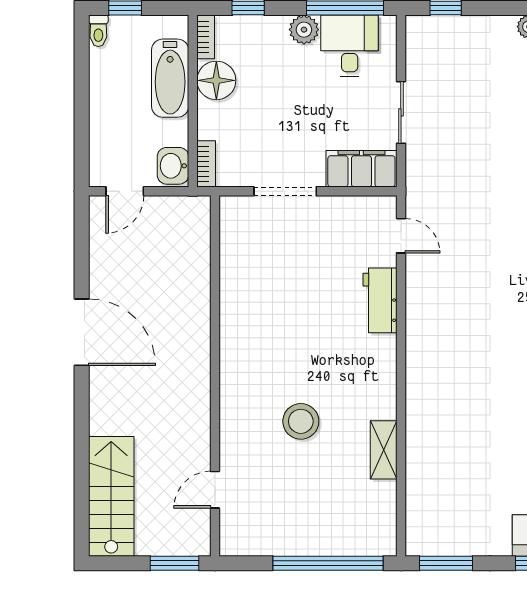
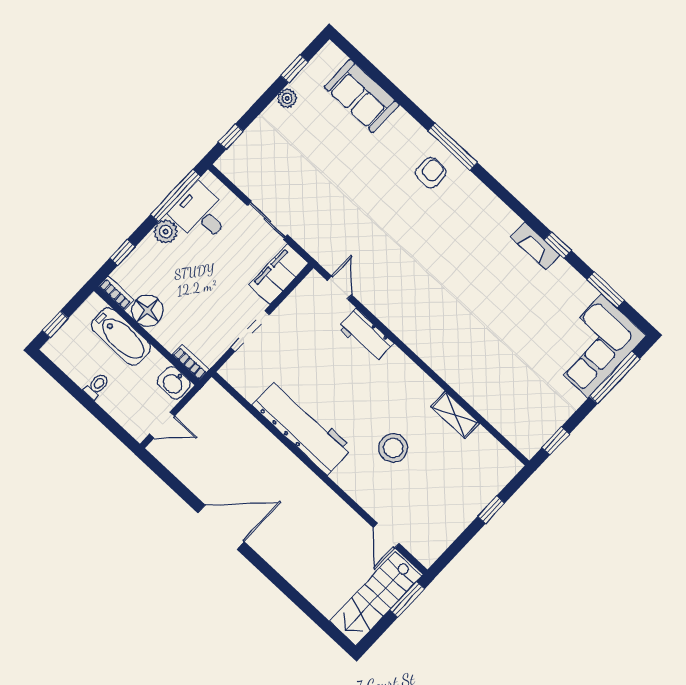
toilet: (98, 31) -> (97, 386), moved, turned -90
door: (125, 191) -> (162, 425), hinge flipped
door: (401, 236) -> (339, 288), hinge flipped
workbench: (243, 321) -> (302, 427), added
stairs: (111, 496) -> (376, 598), moved, turned -90
window: (328, 563) -> (491, 510), width x0.32
window: (446, 563) -> (556, 441), width x0.67

